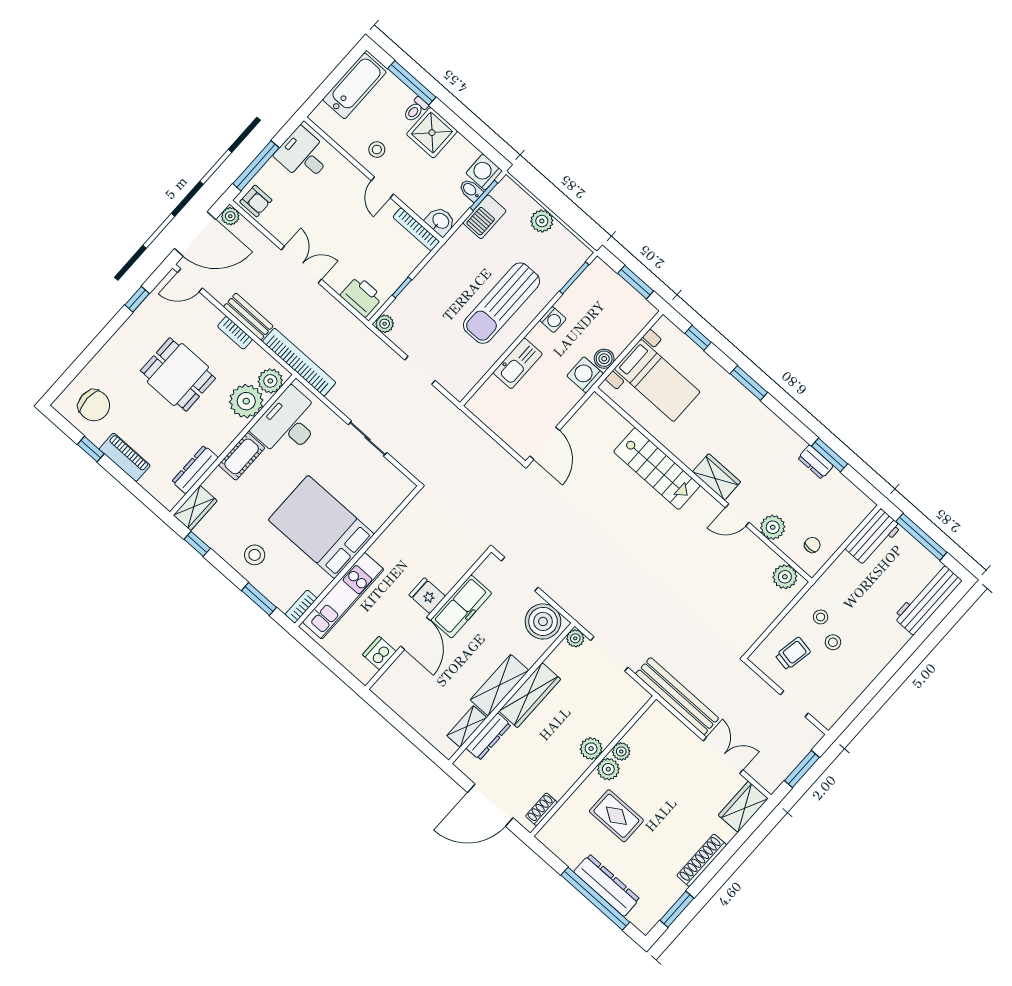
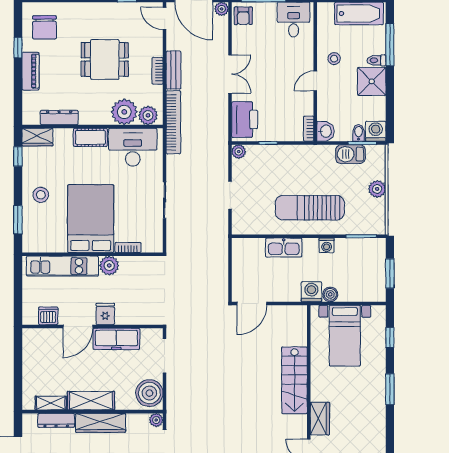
bookcase: (416, 229) -> (309, 129), width x0.64
printer: (361, 296) -> (245, 119), width x1.37, depth x1.19
dining table: (178, 375) -> (105, 59), turned 90
plant: (383, 550) -> (109, 266), added
bookcase: (301, 606) -> (128, 248), moved

